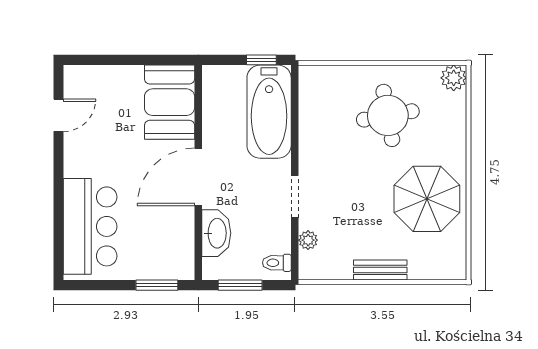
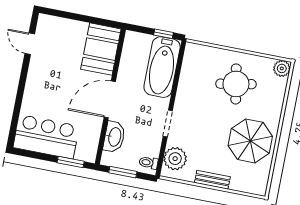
door: (58, 115) -> (30, 44), swing flipped
bar counter: (90, 226) -> (46, 137), moved, turned -90
plant: (308, 240) -> (175, 159), width x1.88, depth x1.88

